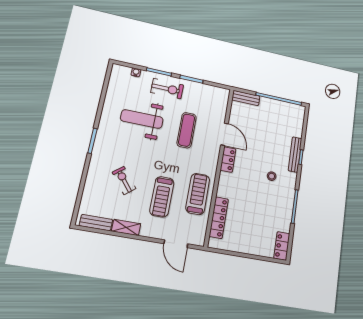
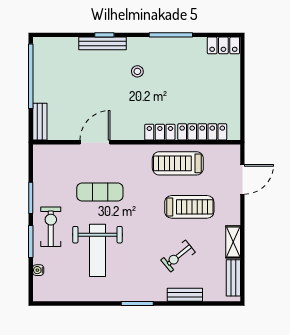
locker: (228, 160) -> (160, 132), moved
bench: (91, 180) -> (185, 295), added

